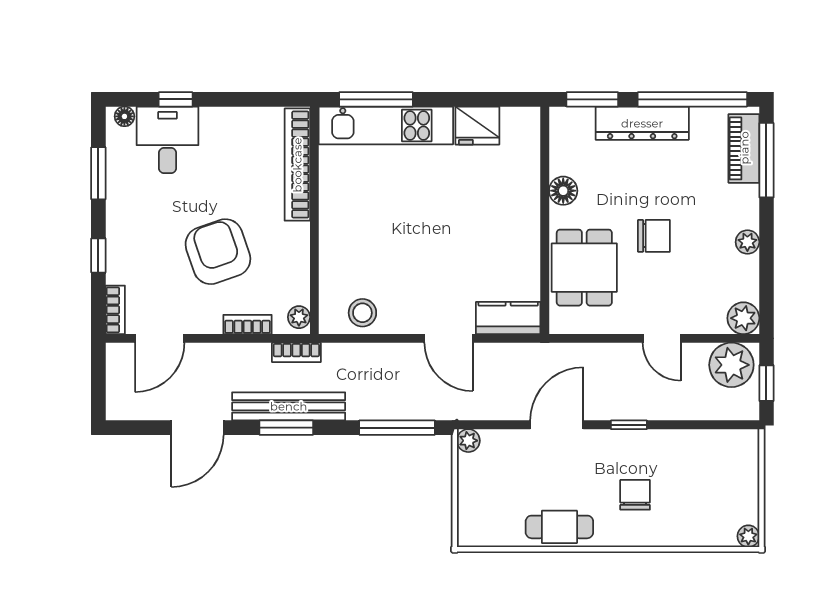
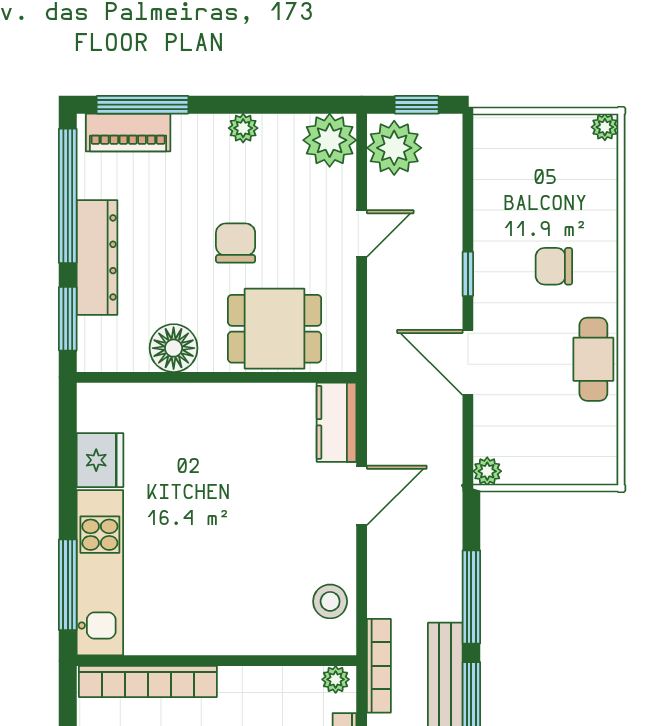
floor lamp: (563, 191) -> (174, 348), width x1.38, depth x1.38
plant: (743, 318) -> (330, 140), width x1.36, depth x1.36
bookcase: (296, 352) -> (379, 666), width x1.56
window: (397, 428) -> (471, 597), moved

